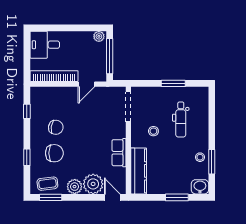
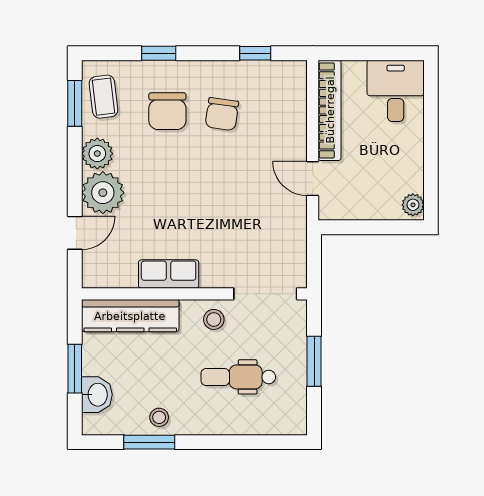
window: (110, 56) -> (372, 227), removed
doorway: (128, 107) -> (265, 294), moved
wall: (128, 140) -> (194, 294), moved
row of seats: (119, 153) -> (169, 274), moved
kitchen counter: (139, 171) -> (130, 316), moved
washbasin: (200, 187) -> (97, 395), moved

